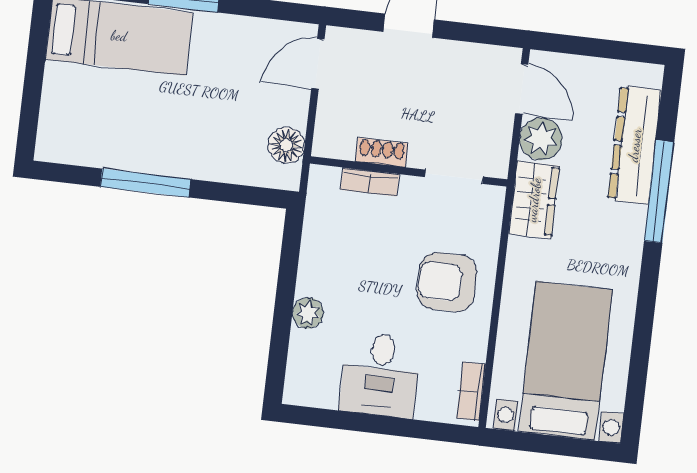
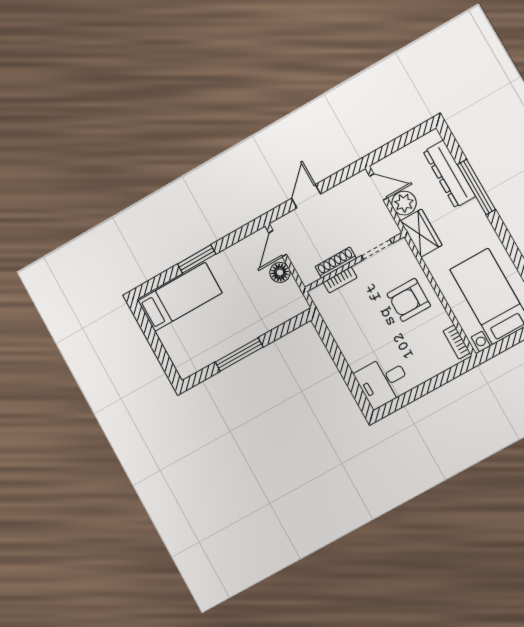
floor lamp: (286, 145) -> (280, 272), moved
shoe rack: (382, 152) -> (336, 263), width x1.43
plant: (308, 313) -> (355, 360), removed
desk: (380, 375) -> (383, 381), moved, turned 90

